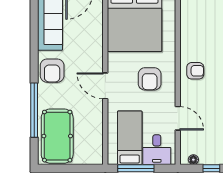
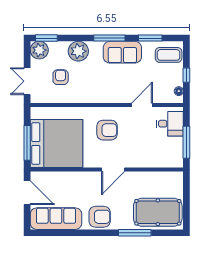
armchair: (195, 71) -> (61, 77), moved
window: (34, 110) -> (135, 233), width x0.68
bed: (130, 138) -> (159, 148), removed

